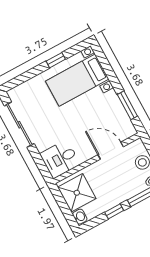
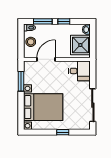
window: (56, 60) -> (63, 132), moved
bed with nightstands: (77, 80) -> (43, 107), width x1.36
door: (111, 151) -> (46, 59), swing flipped

